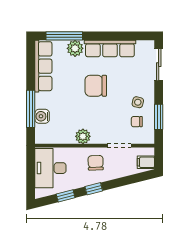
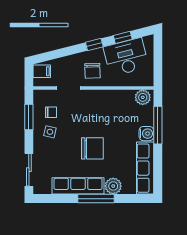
window: (64, 36) -> (96, 199), moved
water cooler: (42, 116) -> (146, 134), moved
plant: (83, 136) -> (143, 97), moved
desk: (50, 168) -> (126, 57), moved, turned -104

